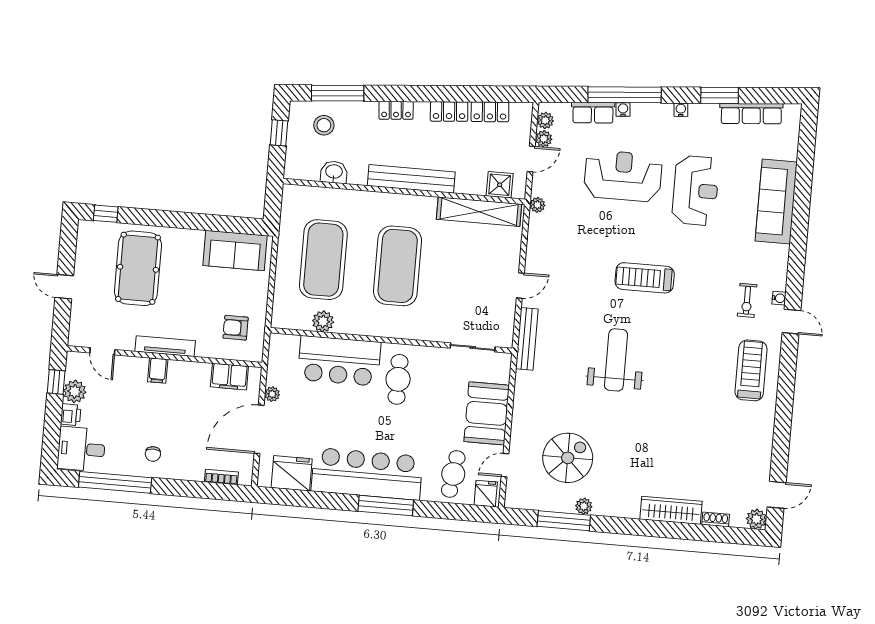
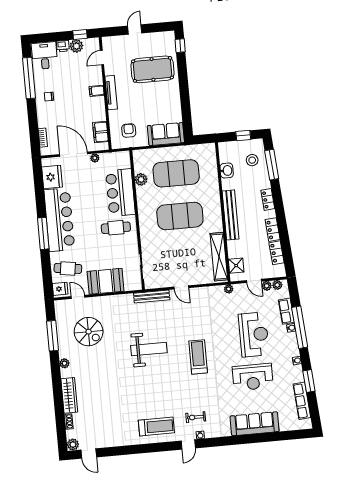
sofa: (235, 250) -> (166, 134), moved, turned 90
plant: (584, 506) -> (64, 363), moved

